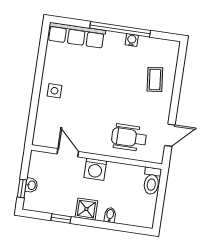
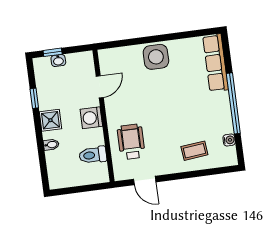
water cooler: (132, 40) -> (229, 140), moved
side table: (55, 91) -> (156, 57), width x1.87, depth x1.87
toilet: (152, 181) -> (93, 155), moved

